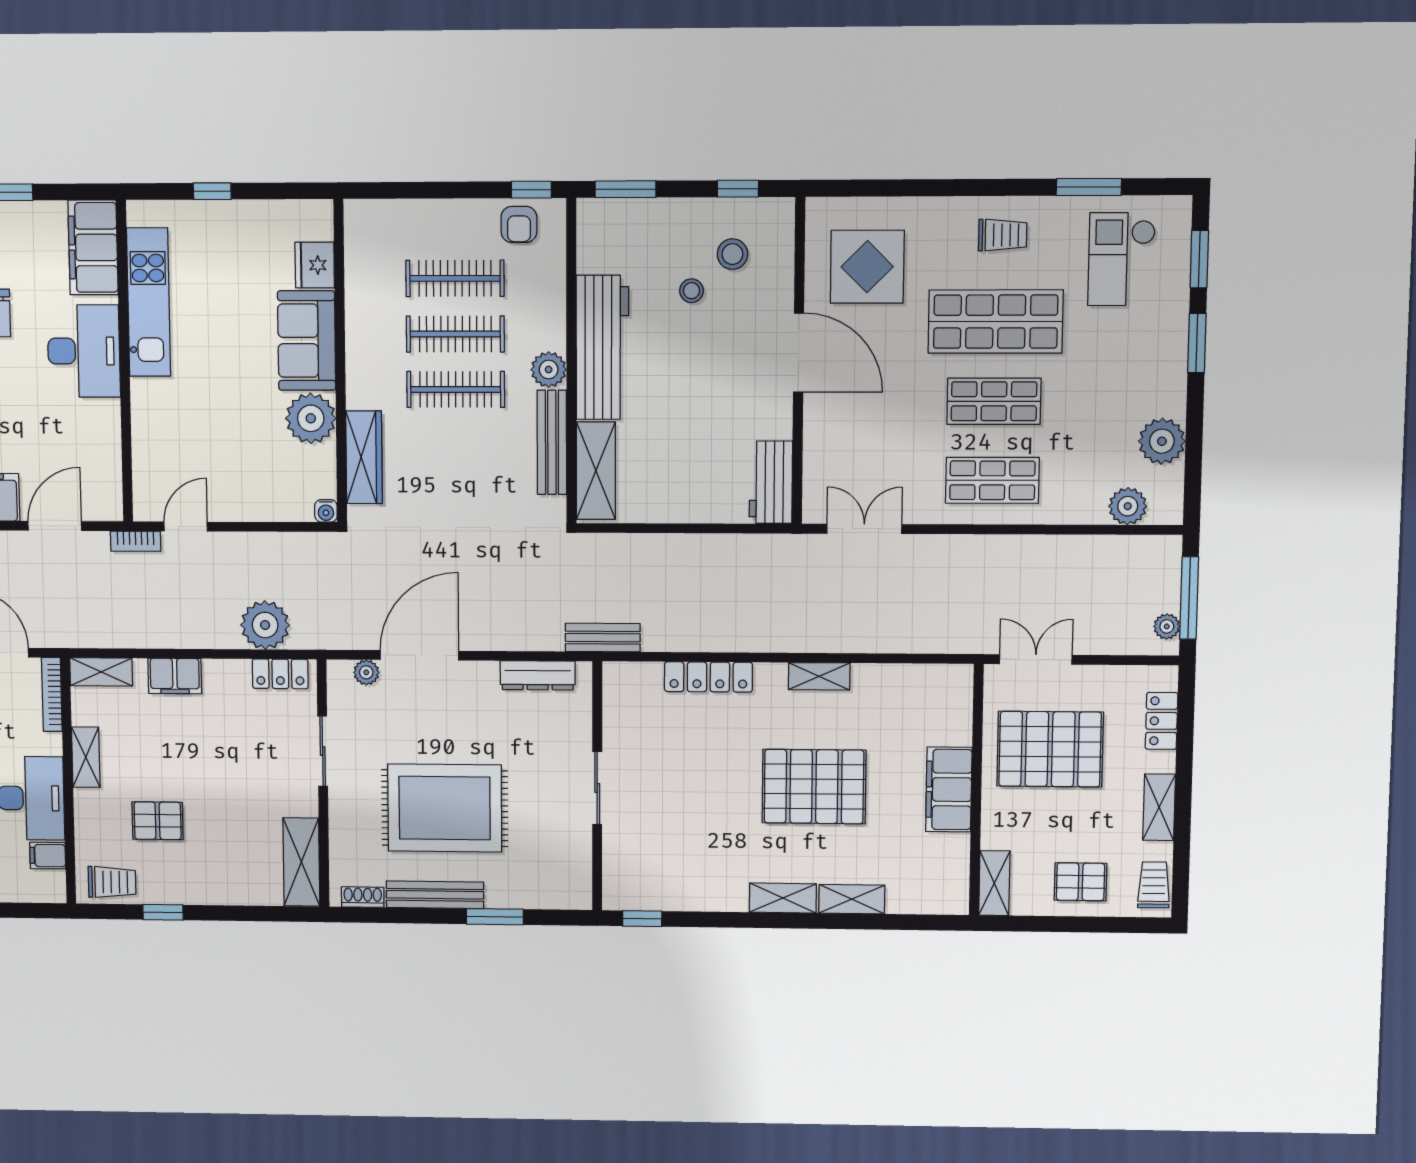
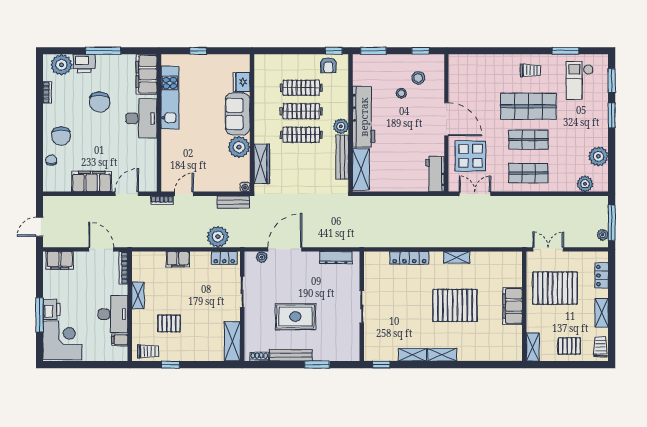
display table: (867, 267) -> (470, 156), moved
bench: (603, 638) -> (233, 202), moved
shelving: (101, 672) -> (146, 258), removed
rug: (445, 808) -> (295, 317), width x0.73, depth x0.69
shelving: (852, 899) -> (412, 355), moved

